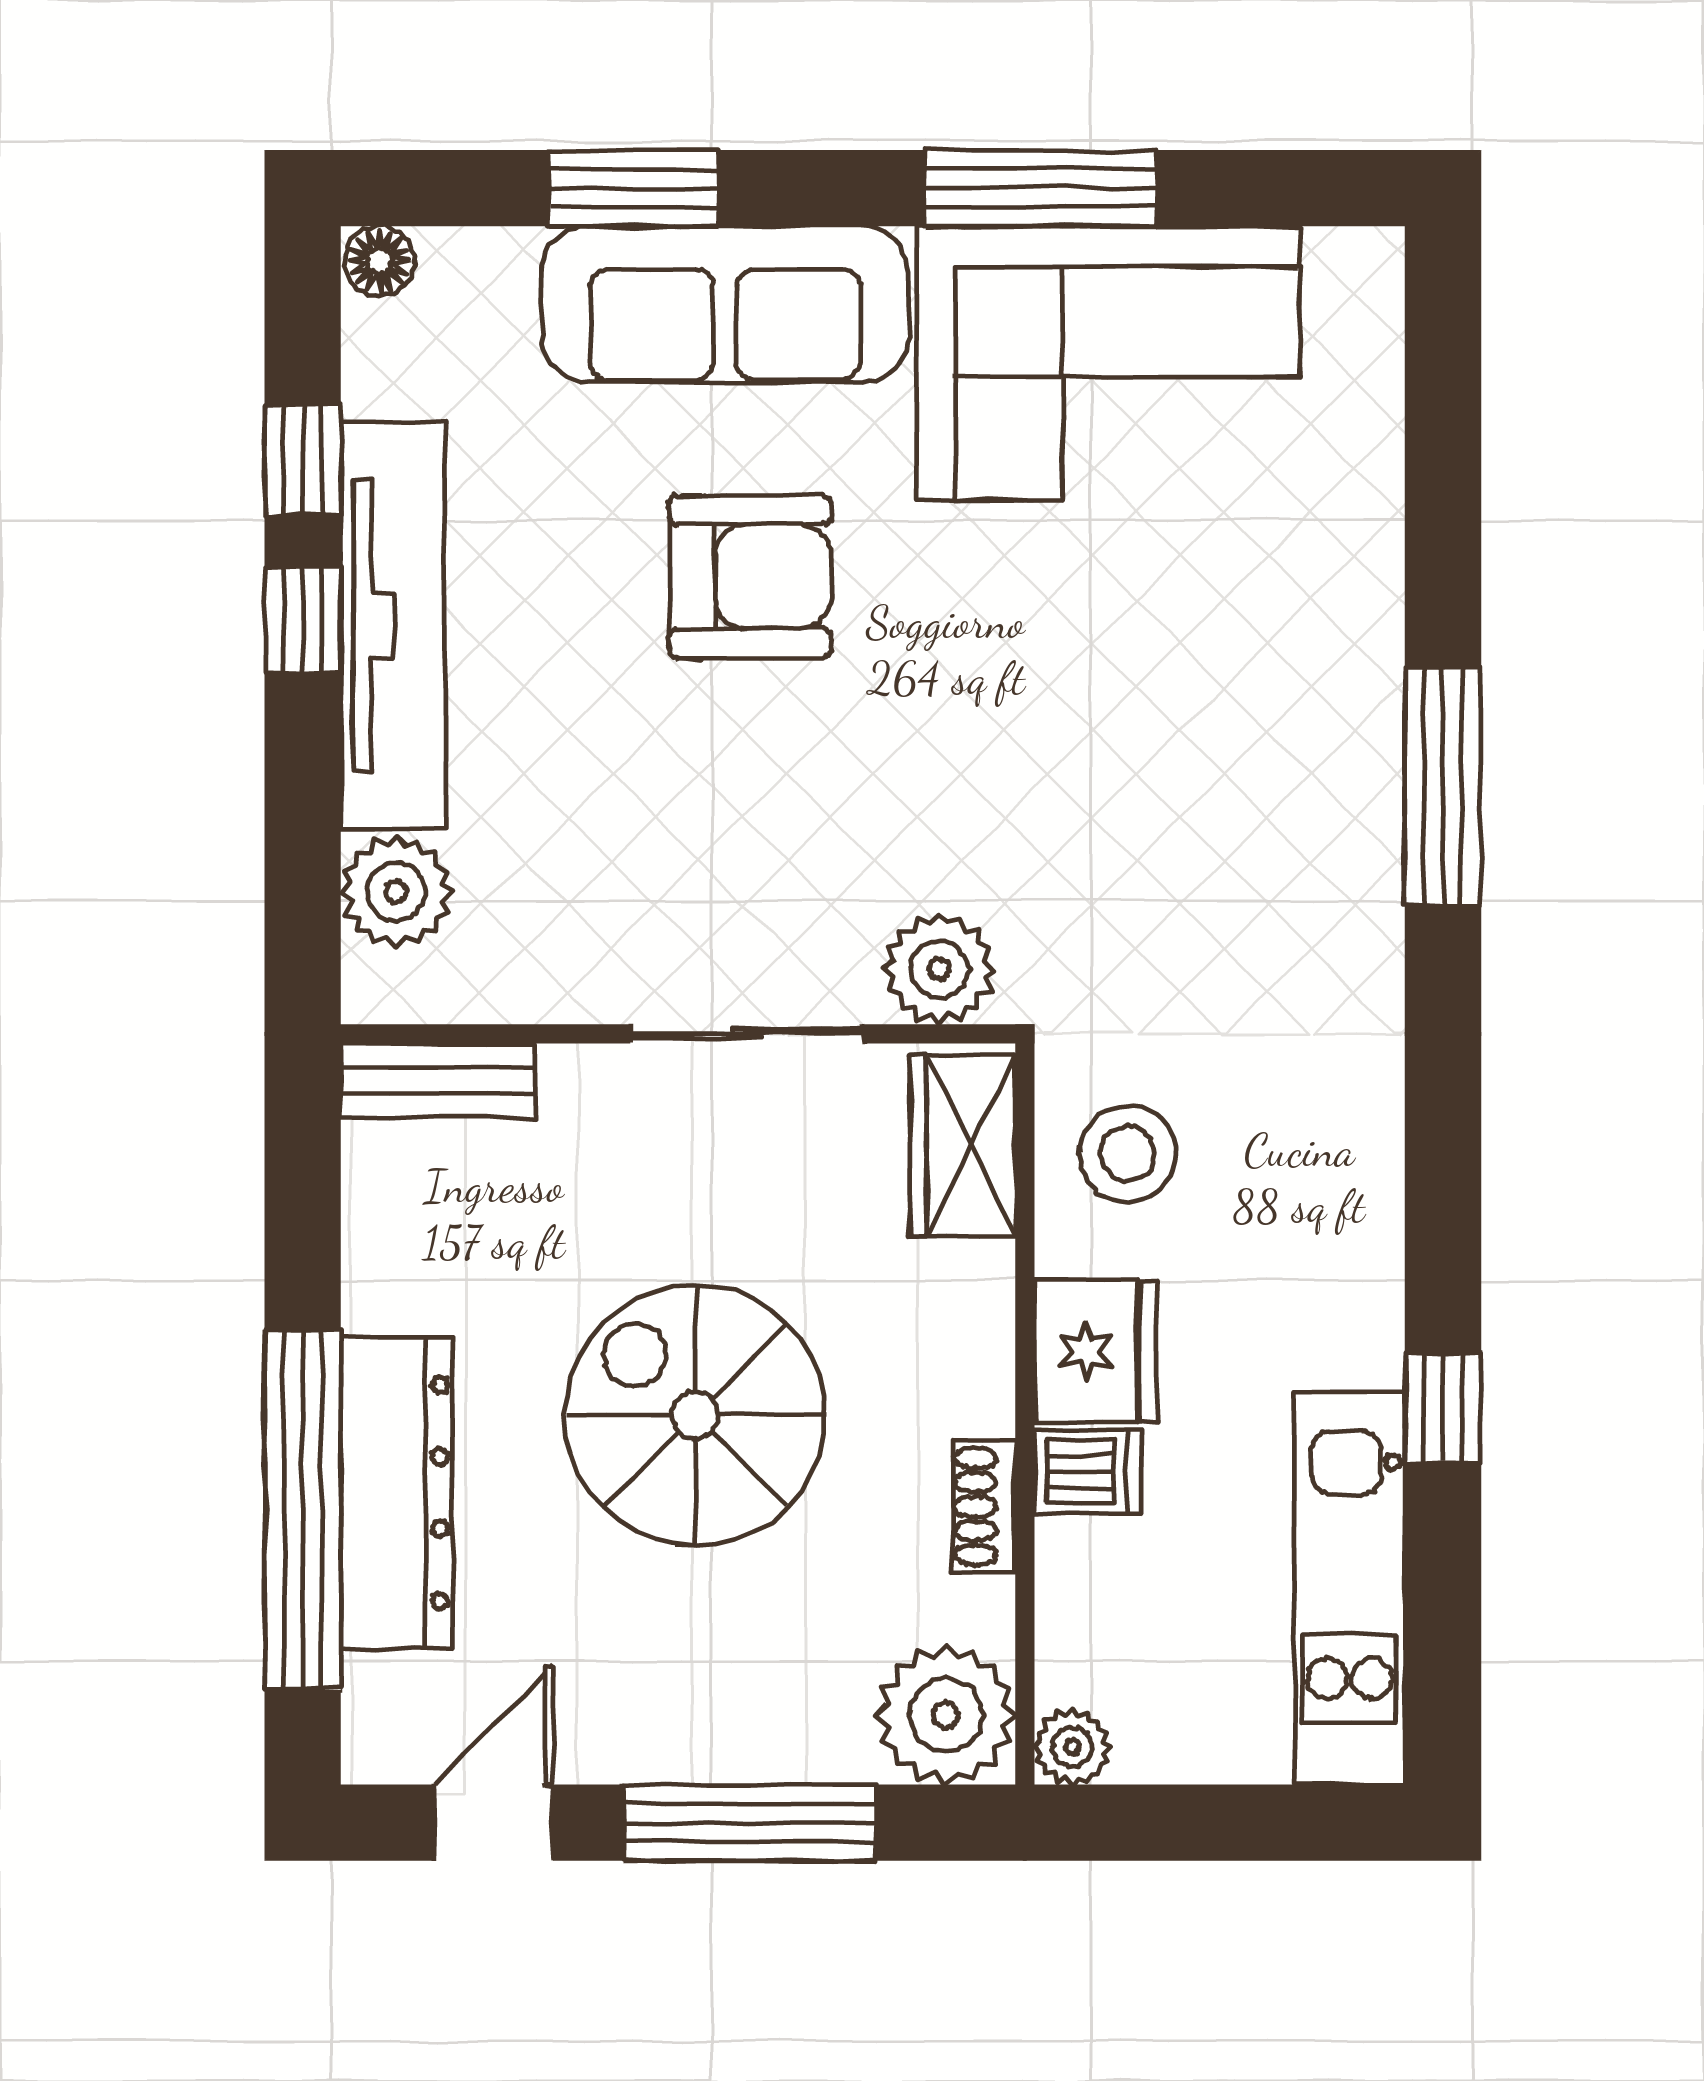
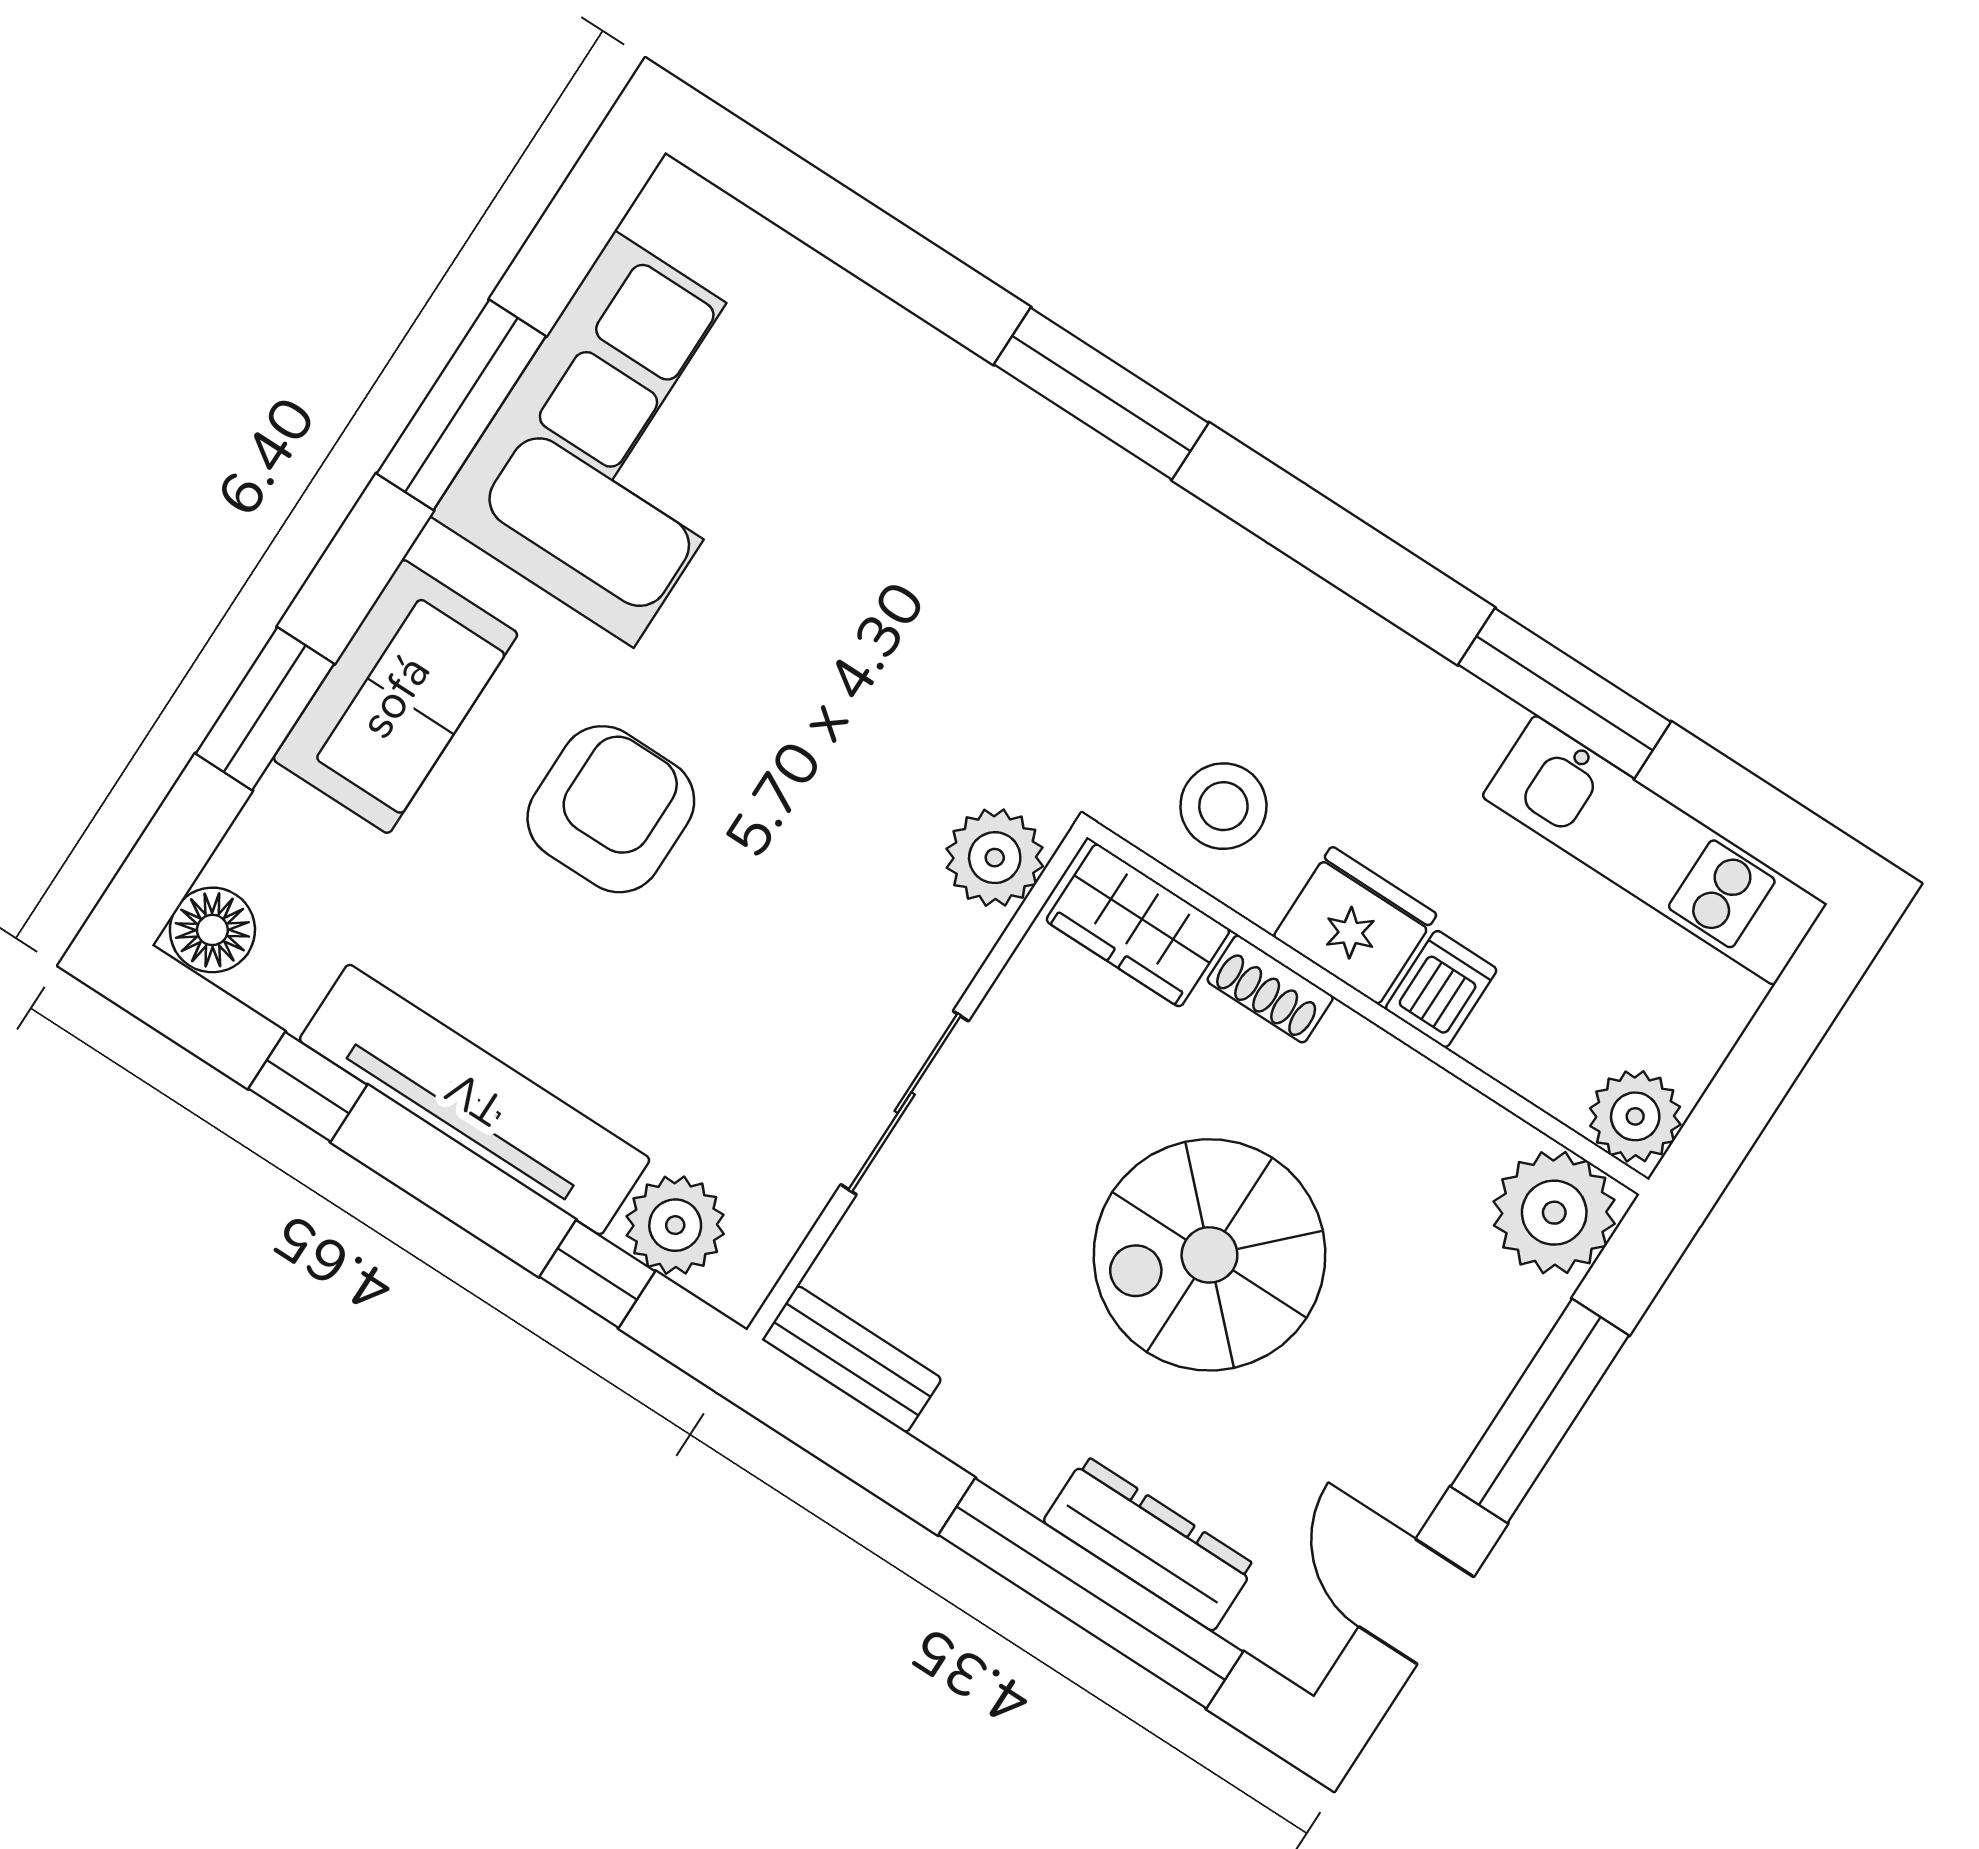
floor lamp: (379, 261) -> (212, 930), width x1.37, depth x1.37
sofa: (725, 304) -> (395, 697), width x0.73
window: (303, 620) -> (597, 1274), moved
sliding door: (747, 1034) -> (905, 1103), moved
bench: (438, 1081) -> (852, 1359), moved, turned 90
window: (1443, 1407) -> (1565, 693), width x2.17
dresser: (396, 1493) -> (1149, 1543), width x0.73, depth x0.80
shoe rack: (983, 1506) -> (1270, 989), moved
plant: (1072, 1747) -> (1635, 1116), width x1.38, depth x1.38

